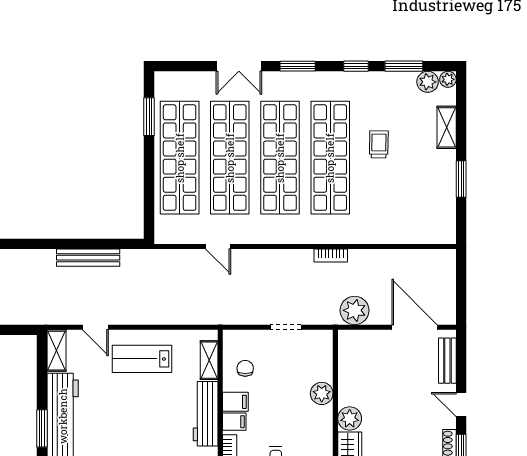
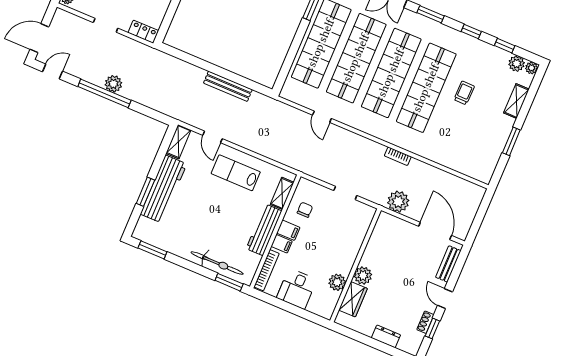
window: (404, 66) -> (505, 46), width x0.67
plant: (322, 393) -> (337, 282), moved

